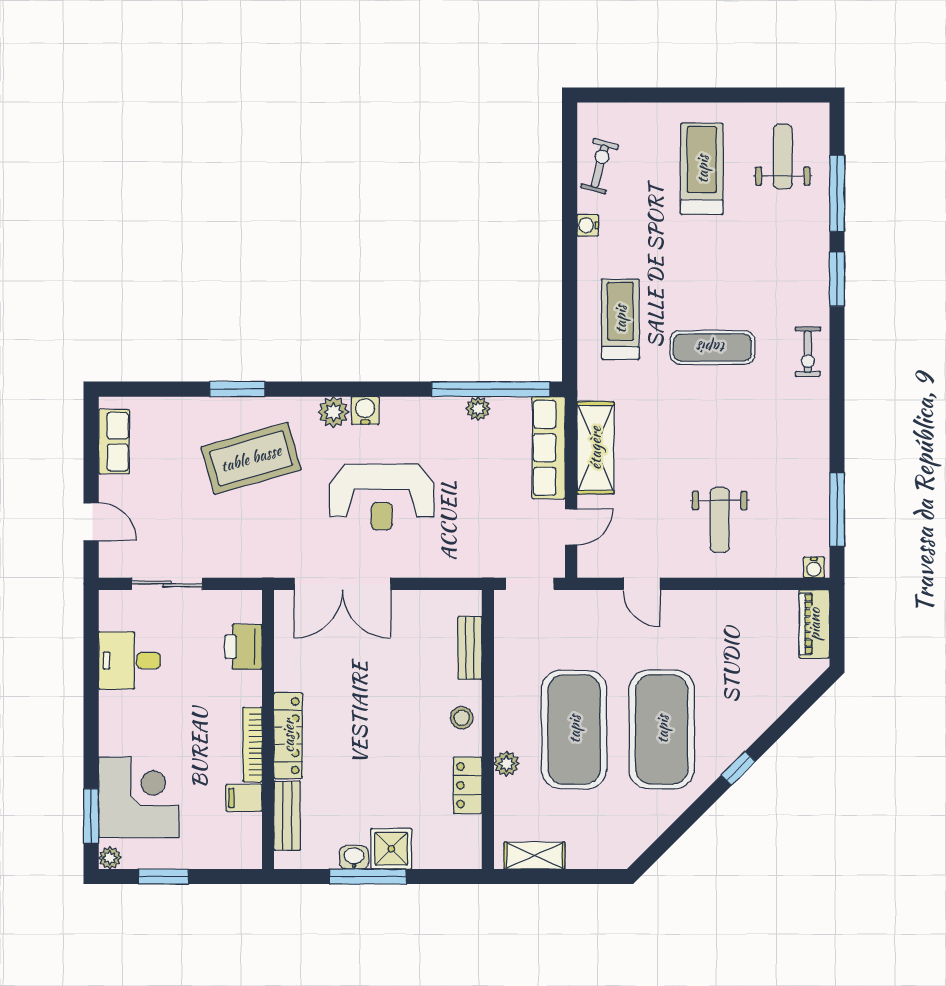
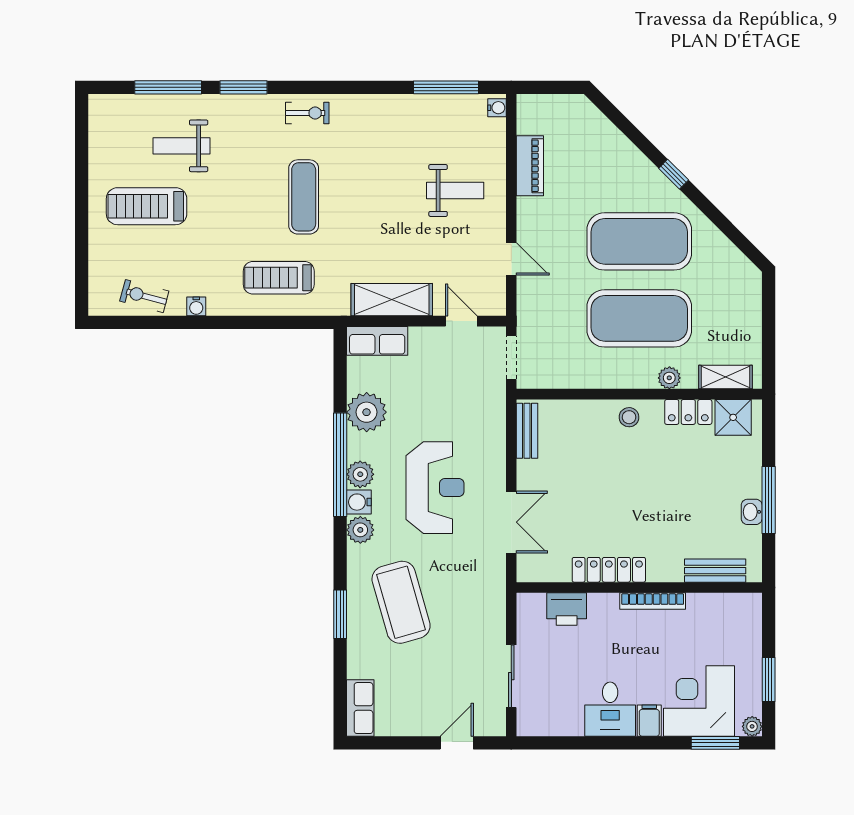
weight bench: (783, 157) -> (182, 146), moved
window: (491, 389) -> (340, 465), moved
plant: (478, 409) -> (367, 412), width x1.88, depth x1.88
plant: (397, 412) -> (360, 474), added
row of seats: (114, 442) -> (360, 708), moved, turned 90
row of seats: (549, 448) -> (377, 341), width x0.68
double door: (342, 584) -> (511, 522), width x0.73
door: (642, 584) -> (511, 259), hinge flipped
piano: (814, 624) -> (530, 166), moved, turned -90
bench: (470, 648) -> (527, 431), moved, turned 90
desk: (129, 661) -> (610, 709), moved
locker: (288, 736) -> (609, 570), moved
filing cabinet: (244, 798) -> (649, 721), moved, turned 180
shower: (391, 849) -> (733, 417), moved
shelving: (535, 856) -> (725, 377), moved, turned 90

